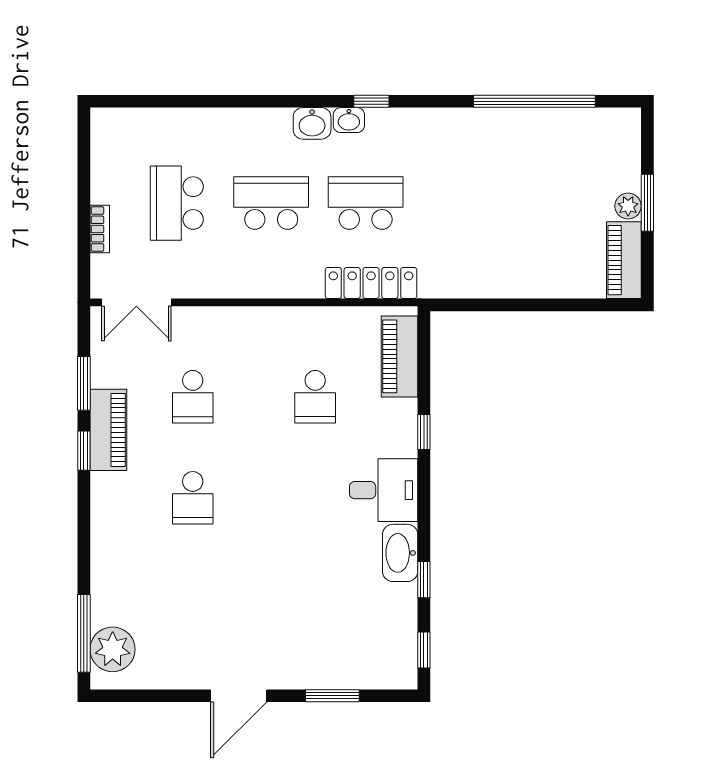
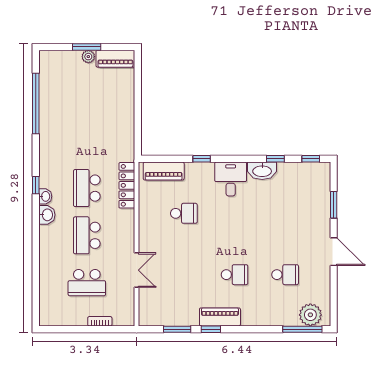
double door: (136, 302) -> (137, 270), moved
school desk: (193, 397) -> (285, 275), moved
piano: (108, 430) -> (220, 317), moved

